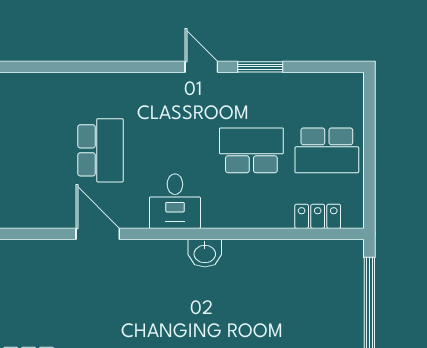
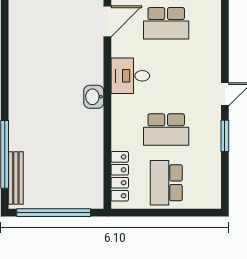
school desk: (251, 150) -> (166, 130), turned 90
locker: (318, 216) -> (120, 176), width x1.53

